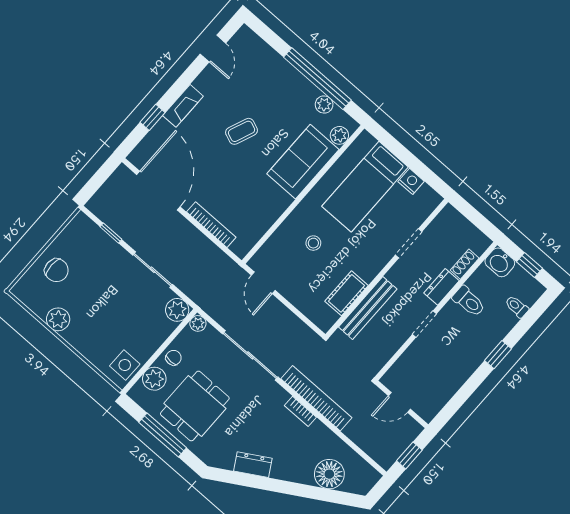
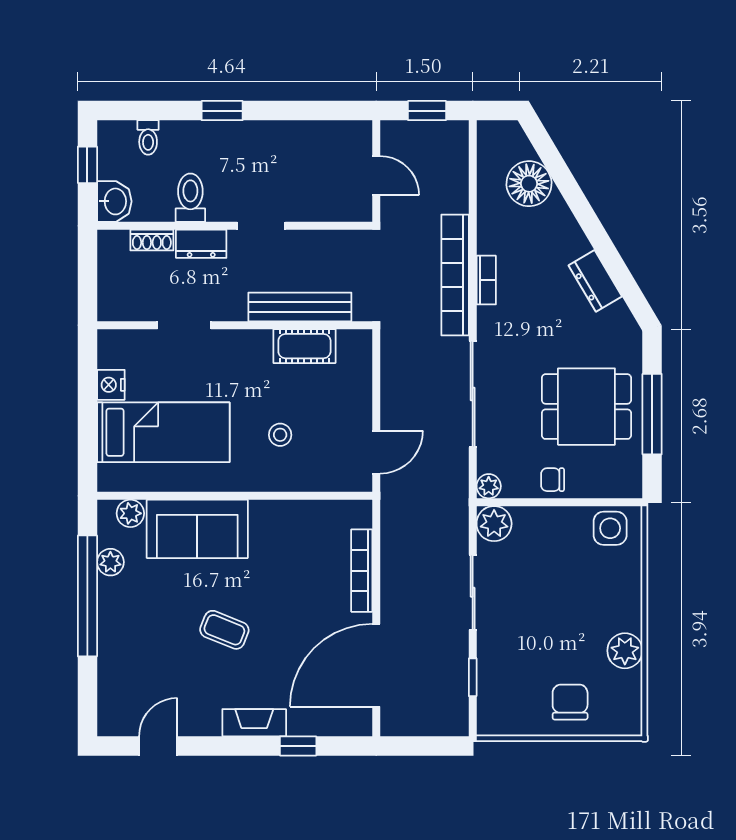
plant: (154, 379) -> (596, 481), removed

